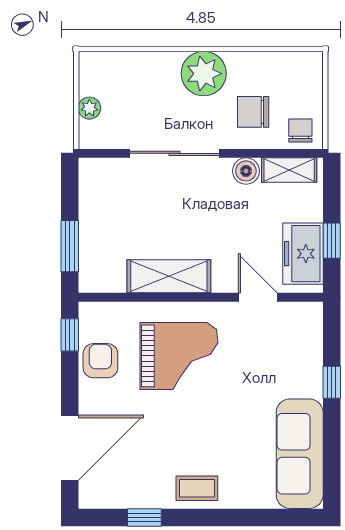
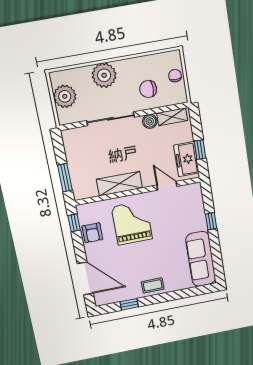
plant: (204, 74) -> (104, 75), moved
plant: (89, 108) -> (65, 96), width x1.87, depth x1.87
chair: (300, 130) -> (175, 76), moved
grand piano: (179, 356) -> (132, 223), turned -90
armchair: (100, 361) -> (92, 233), turned 180
door: (70, 448) -> (85, 278), hinge flipped

